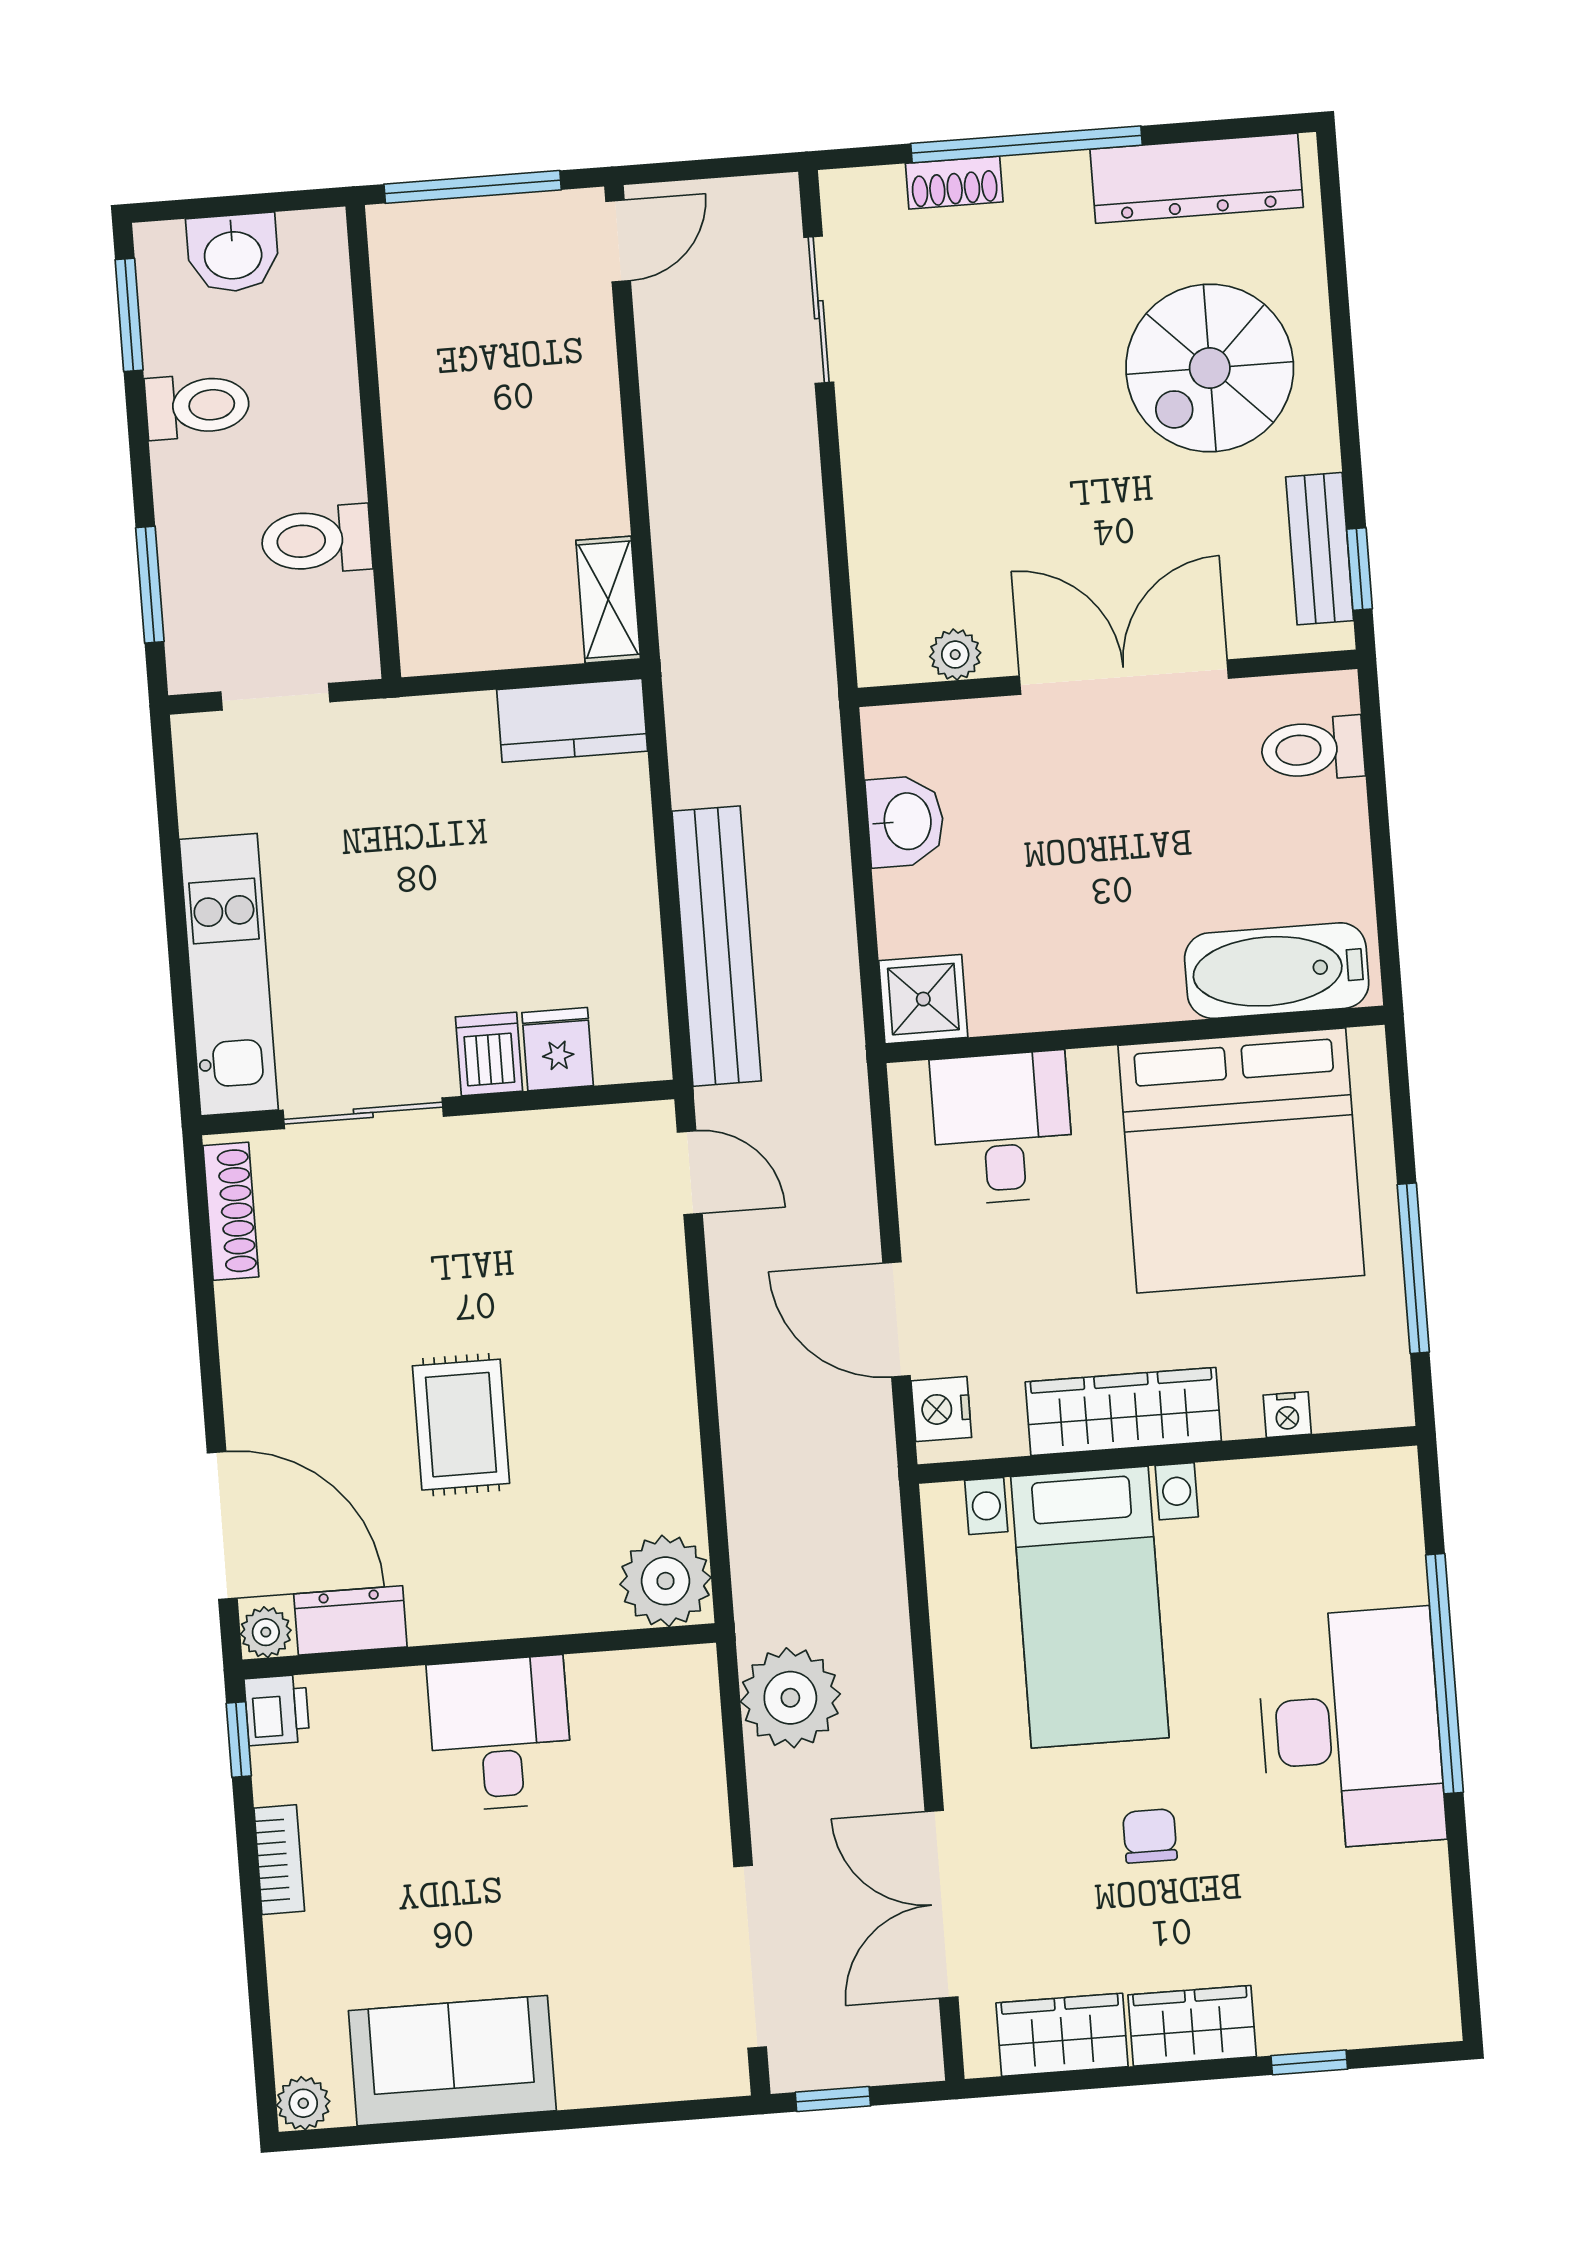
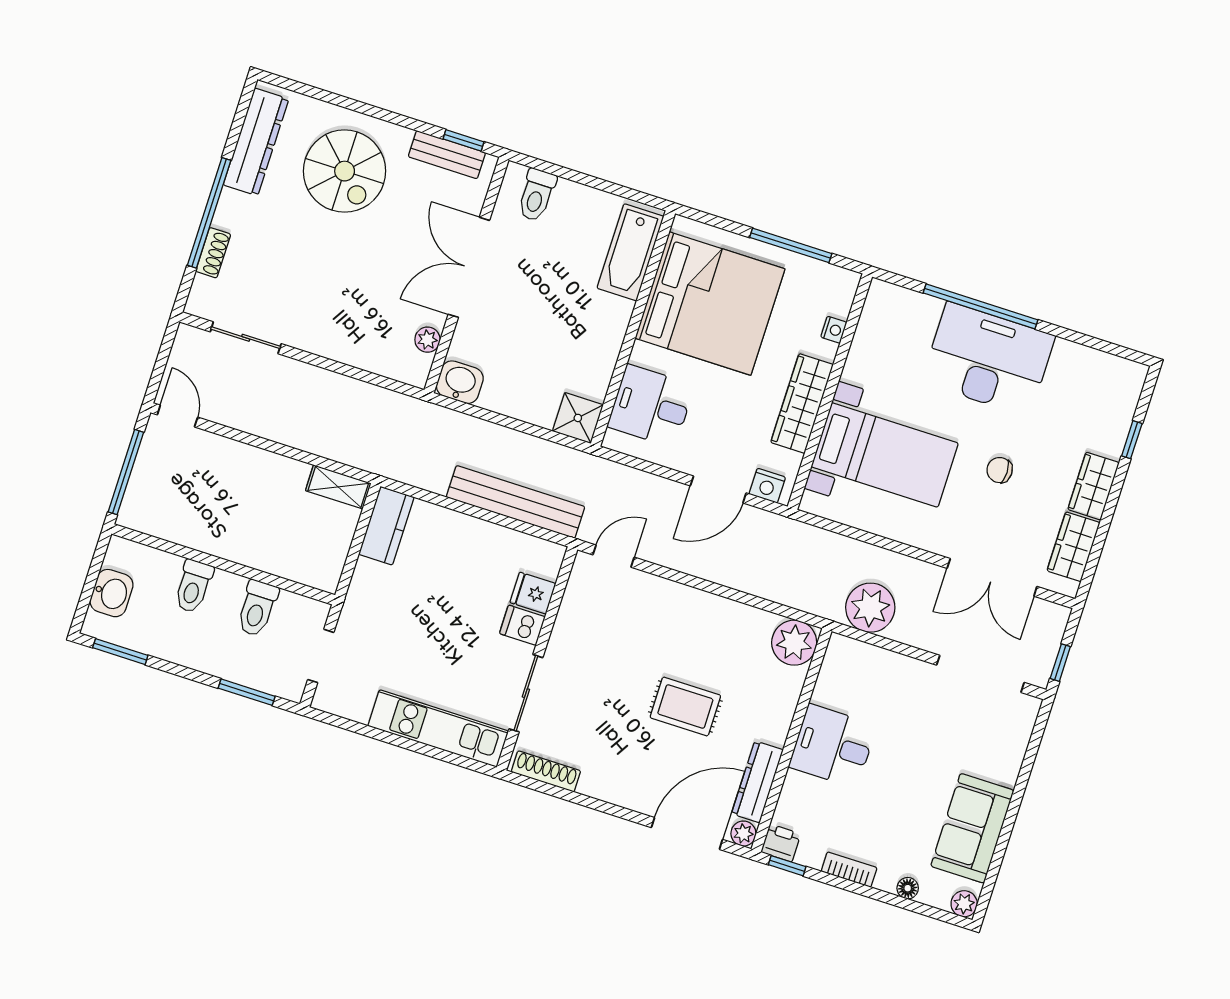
toilet: (197, 406) -> (193, 586), moved, turned 180
washbasin: (905, 821) -> (460, 382), moved
dresser: (350, 1620) -> (757, 782), width x1.44
floor lamp: (289, 1985) -> (908, 888), added

